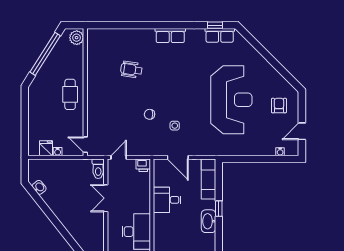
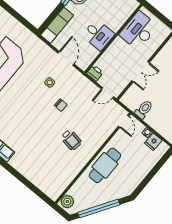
wheelchair: (131, 70) -> (71, 140), moved
cafe table: (70, 94) -> (105, 165), width x1.37, depth x1.35
toilet: (98, 169) -> (144, 109), moved

